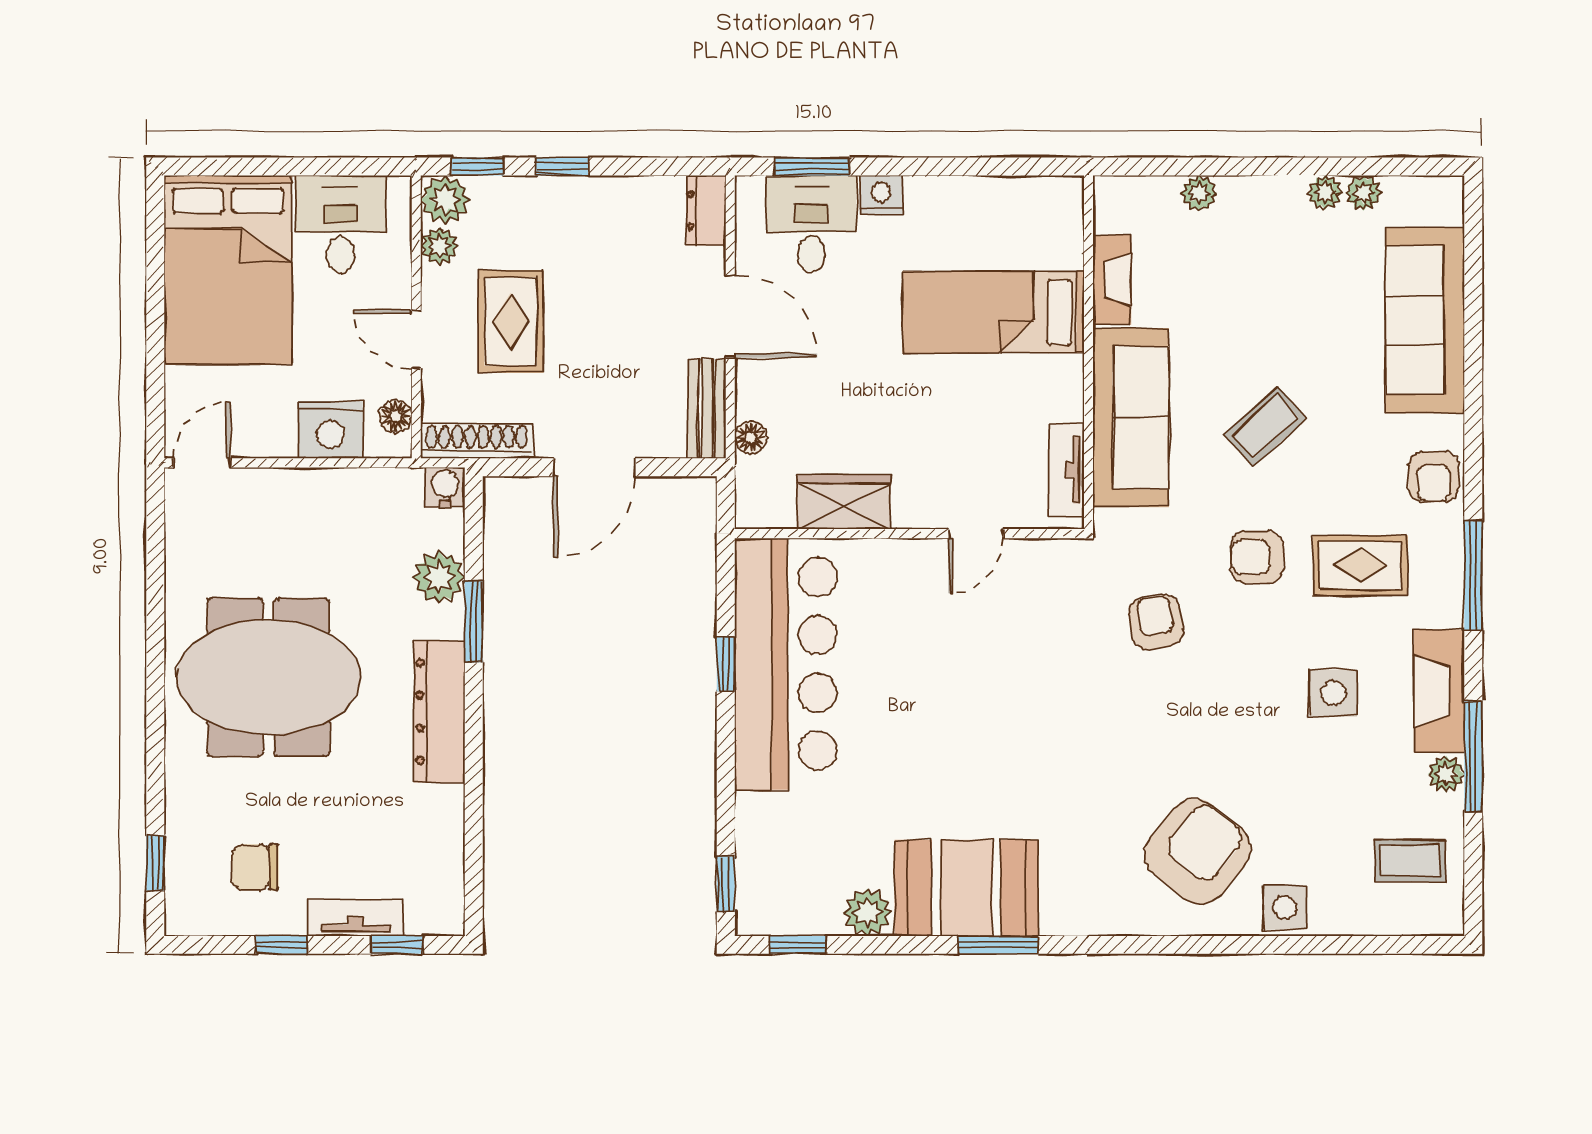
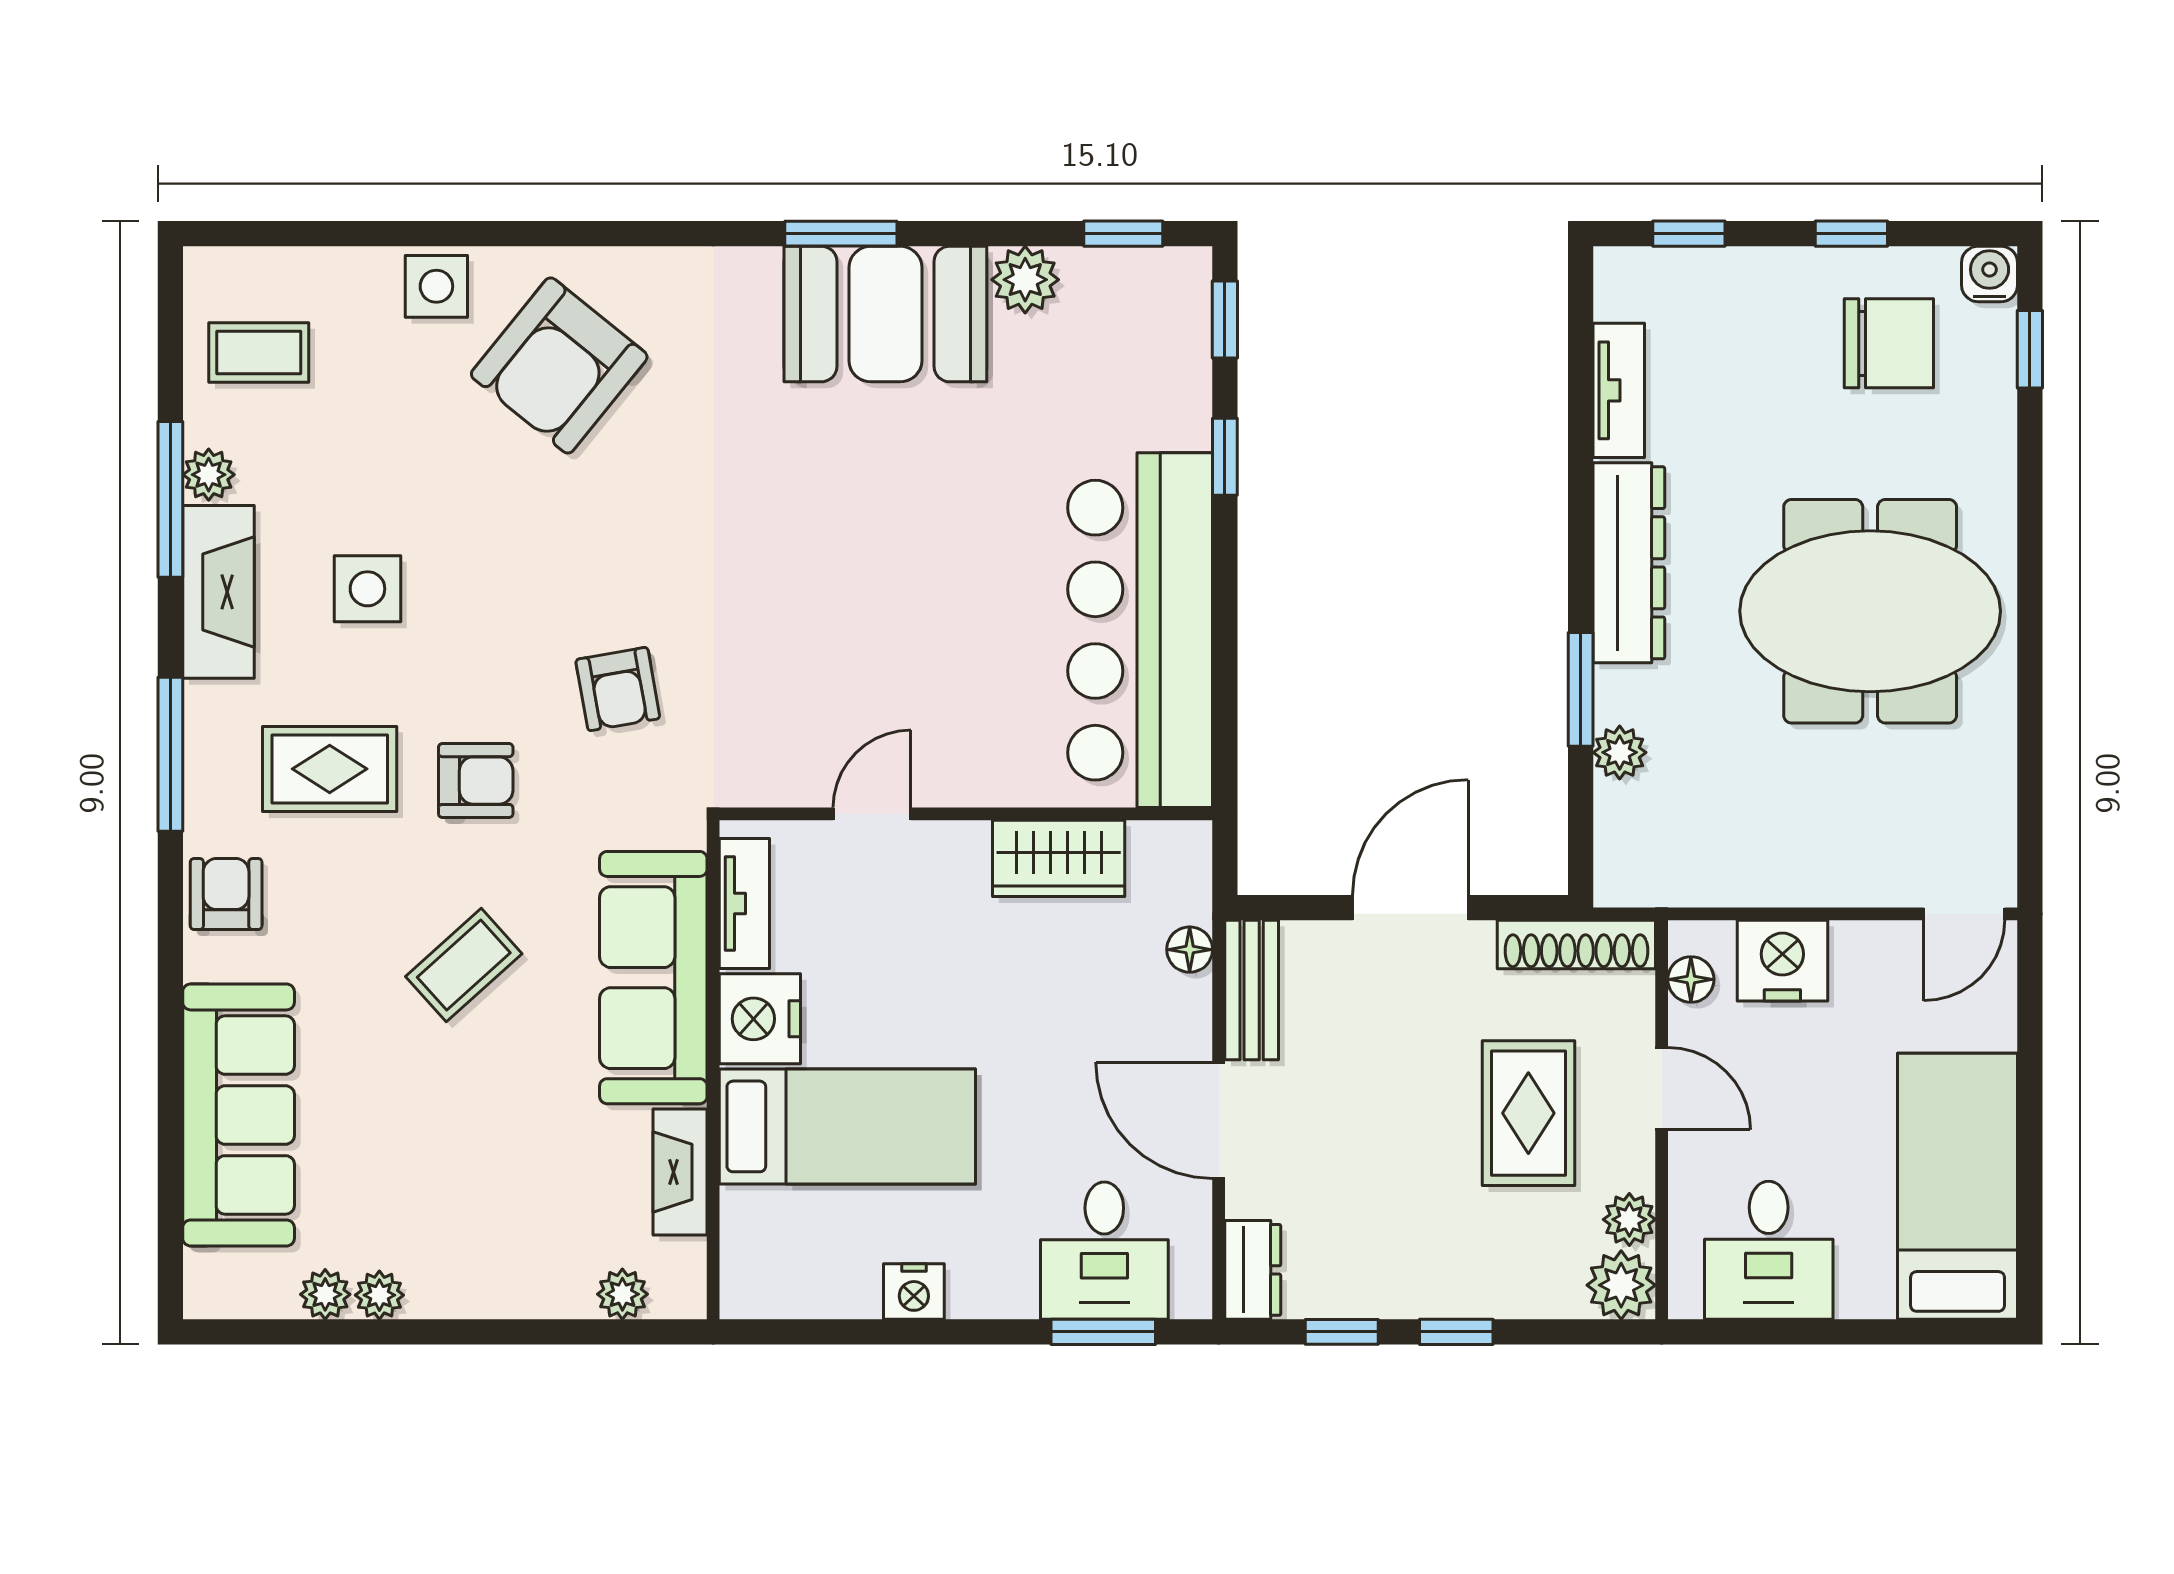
window: (477, 167) -> (1342, 1332), moved
plant: (1199, 193) -> (622, 1294), moved
nightstand: (882, 195) -> (914, 1292), moved
bed: (228, 270) -> (1958, 1186), width x0.67
nightstand: (1055, 388) -> (760, 1019), added
water cooler: (445, 487) -> (1990, 274), moved, turned 180
plant: (439, 577) -> (1620, 752), width x0.73, depth x0.73
window: (726, 664) -> (1225, 457), moved
chair: (255, 867) -> (1889, 343), width x1.37, depth x1.37
tv unit: (356, 918) -> (1619, 390), moved, turned -90

